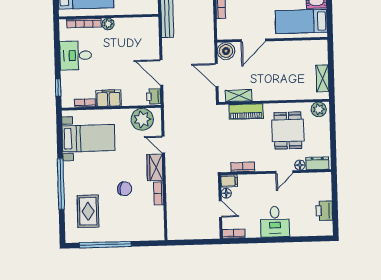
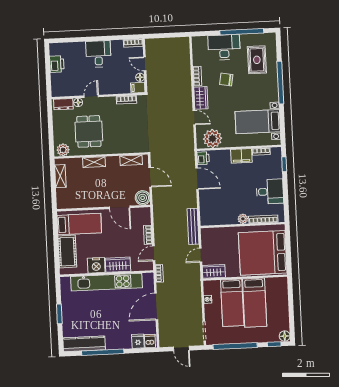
door: (253, 40) -> (120, 207), swing flipped
shelving: (282, 94) -> (94, 162), added
piano: (246, 112) -> (125, 147), removed
desk: (126, 227) -> (224, 47), added

